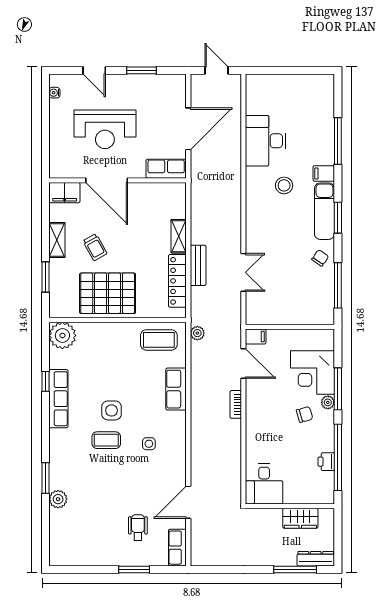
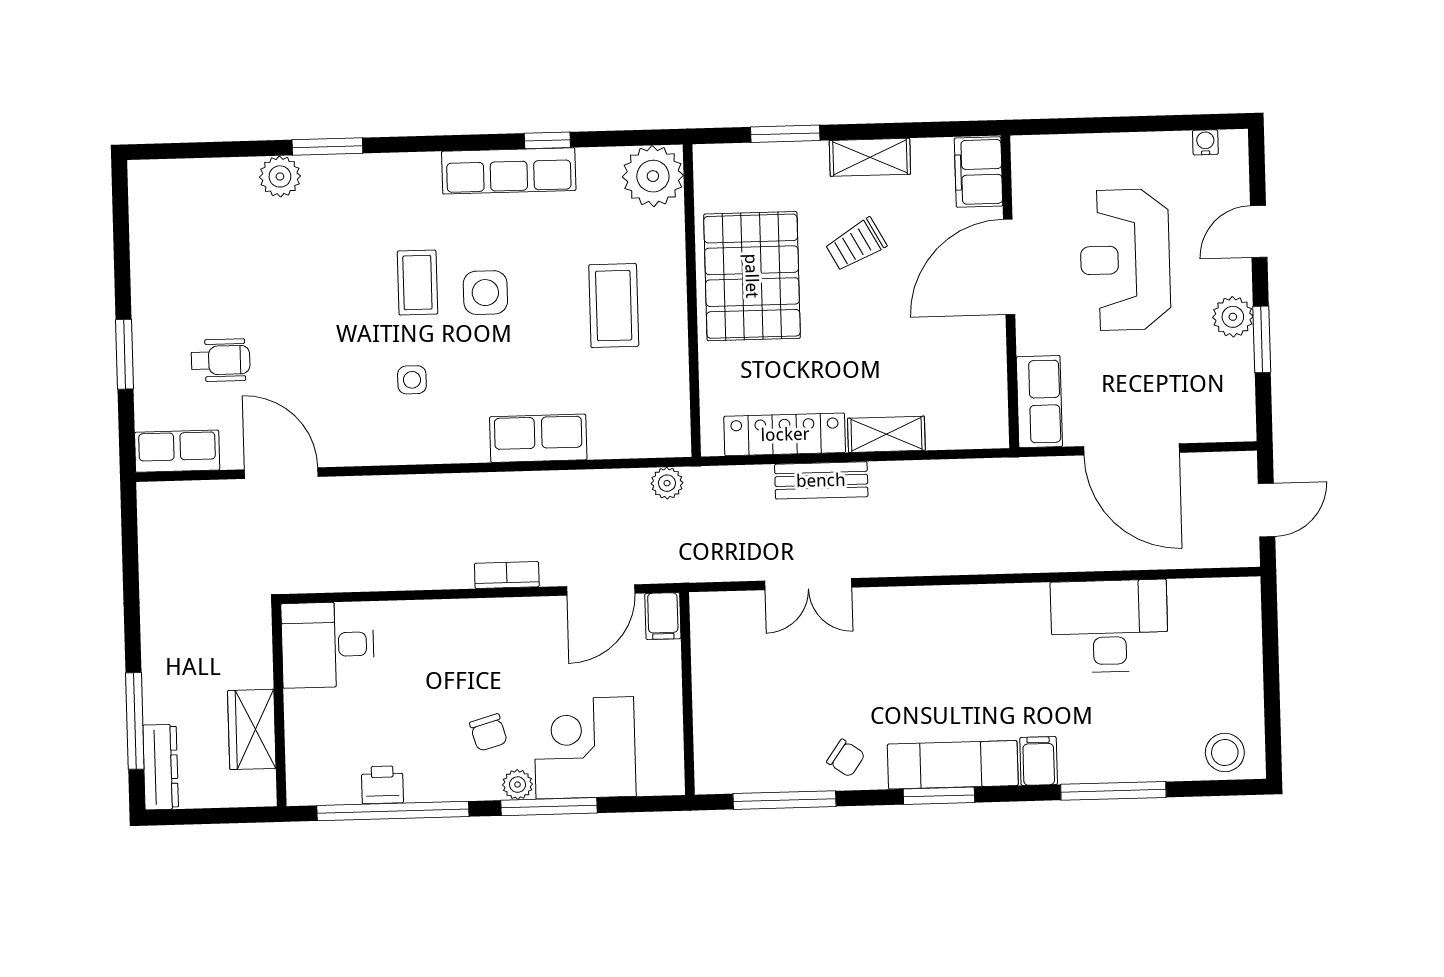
plant: (131, 83) -> (1233, 317), added
stool: (284, 185) -> (1225, 752), moved
coffee table: (159, 340) -> (614, 306), moved

